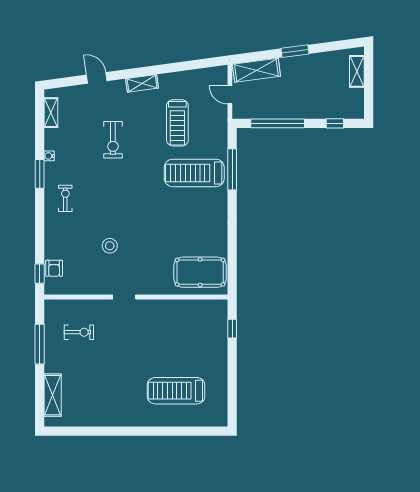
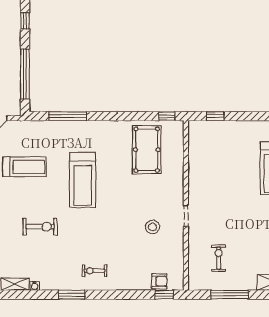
water cooler: (49, 156) -> (35, 286), moved
treadmill: (194, 173) -> (83, 180), moved
stool: (110, 246) -> (152, 227), moved
pool table: (200, 272) -> (147, 150), moved
window: (232, 276) -> (167, 116), added

